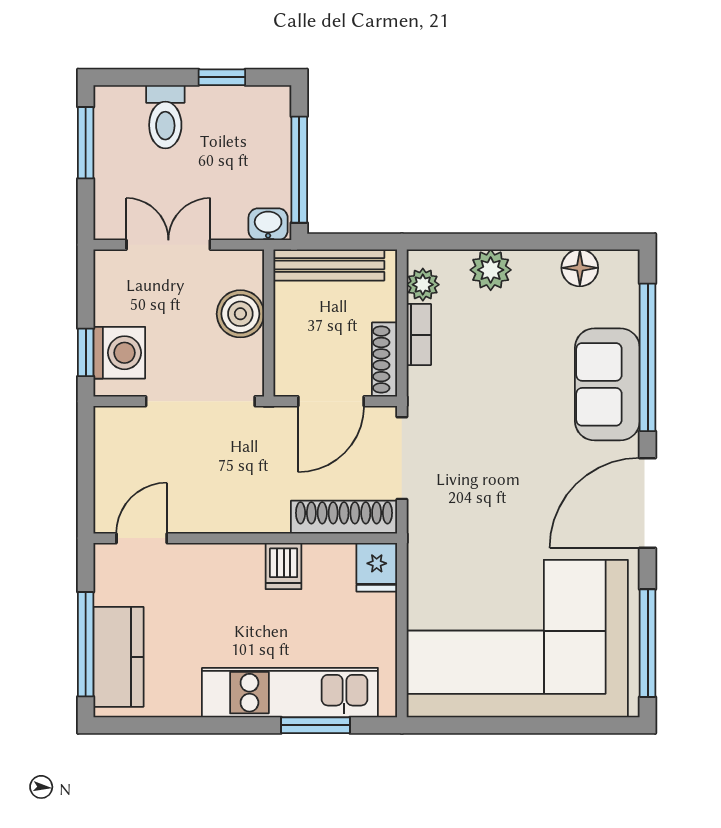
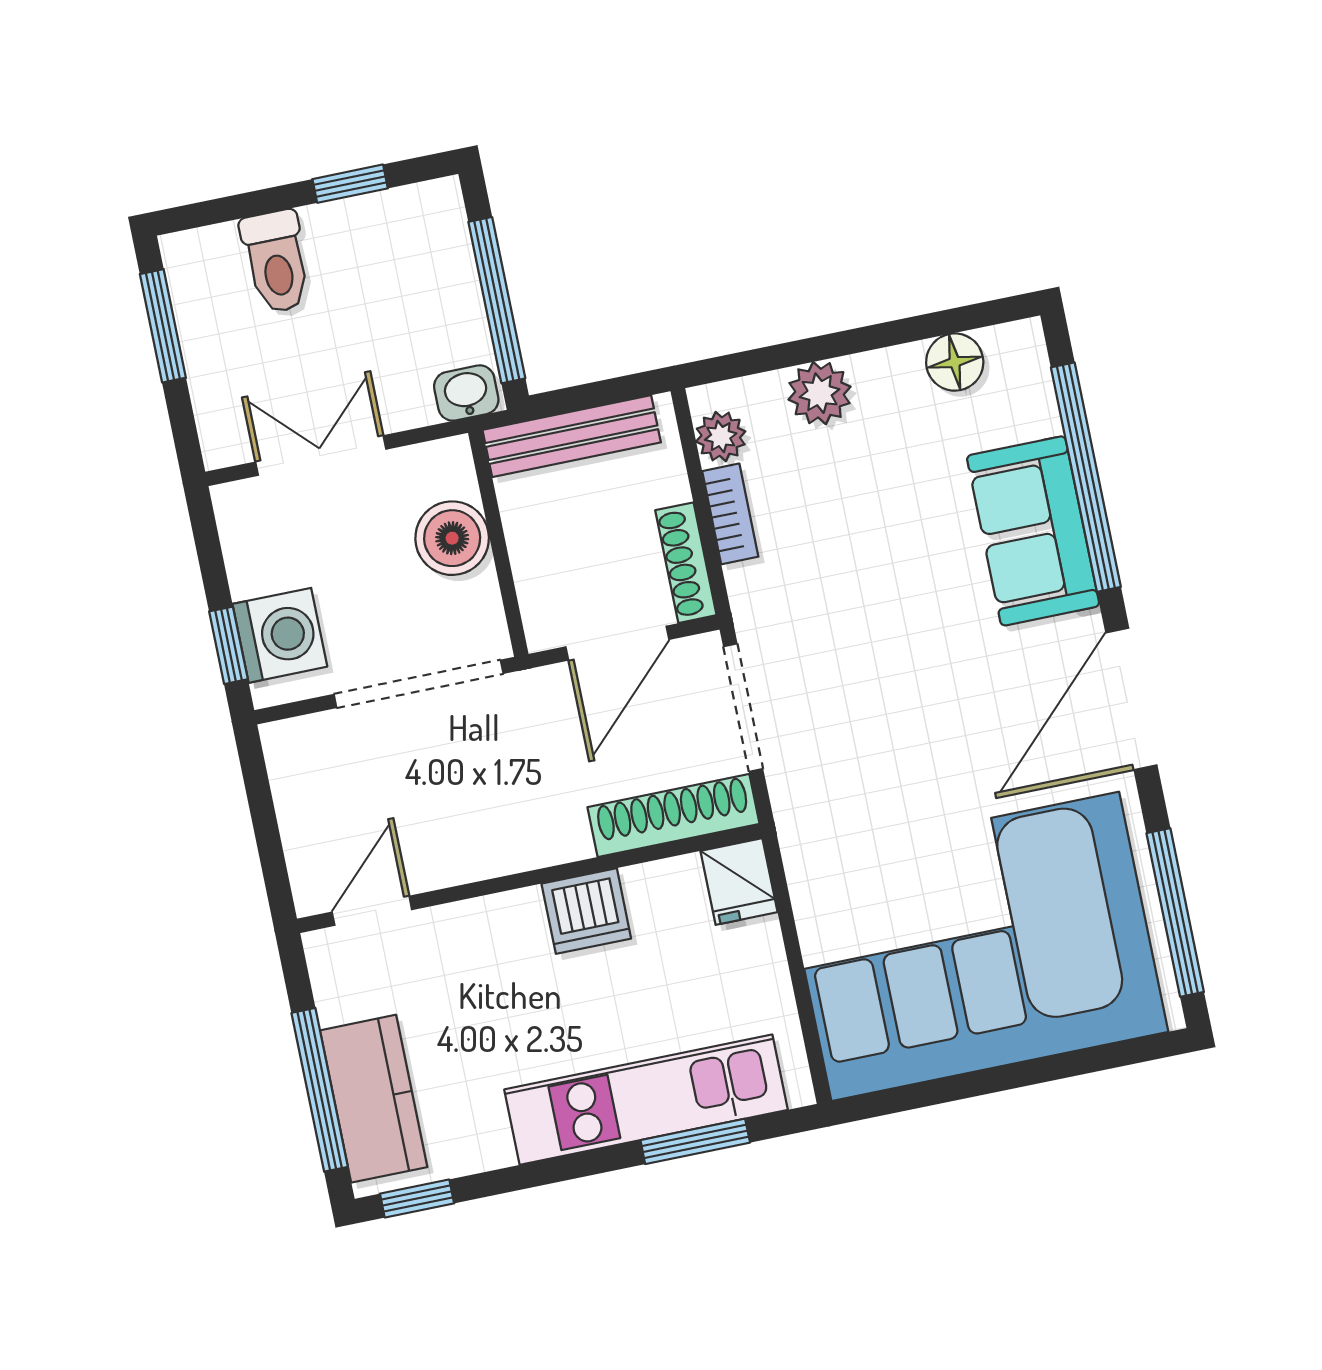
dishwasher: (284, 566) -> (586, 911), width x1.38
window: (133, 725) -> (417, 1199), added

